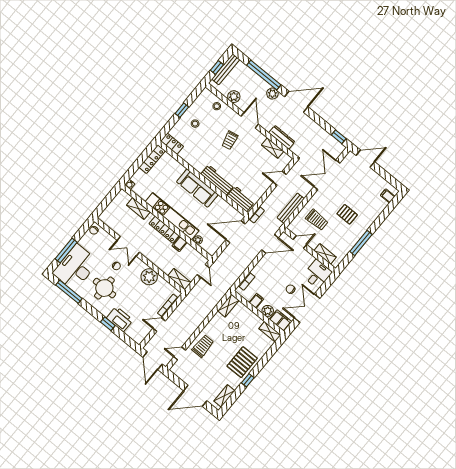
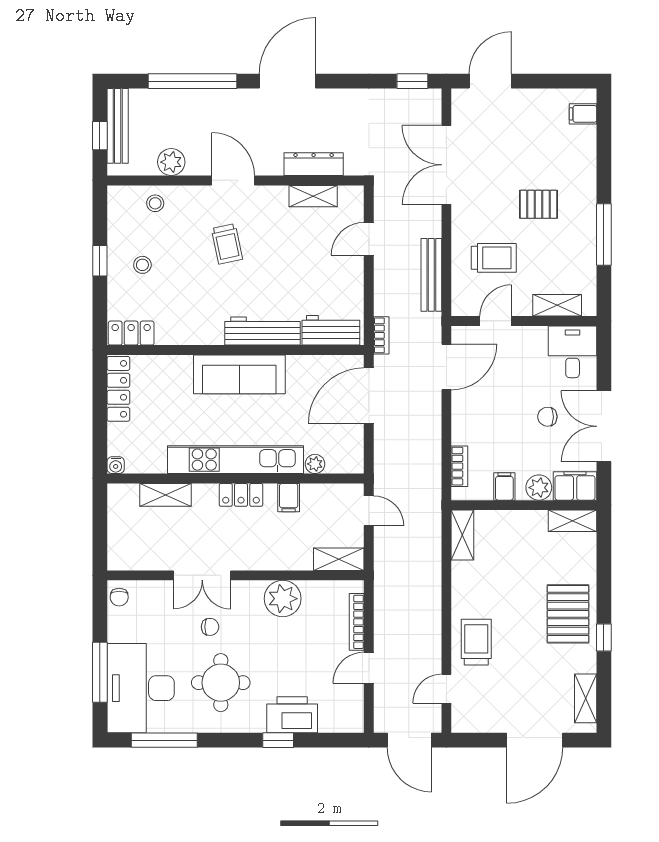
plant: (272, 94) -> (234, 101), removed
locker: (164, 230) -> (241, 495), width x0.66

